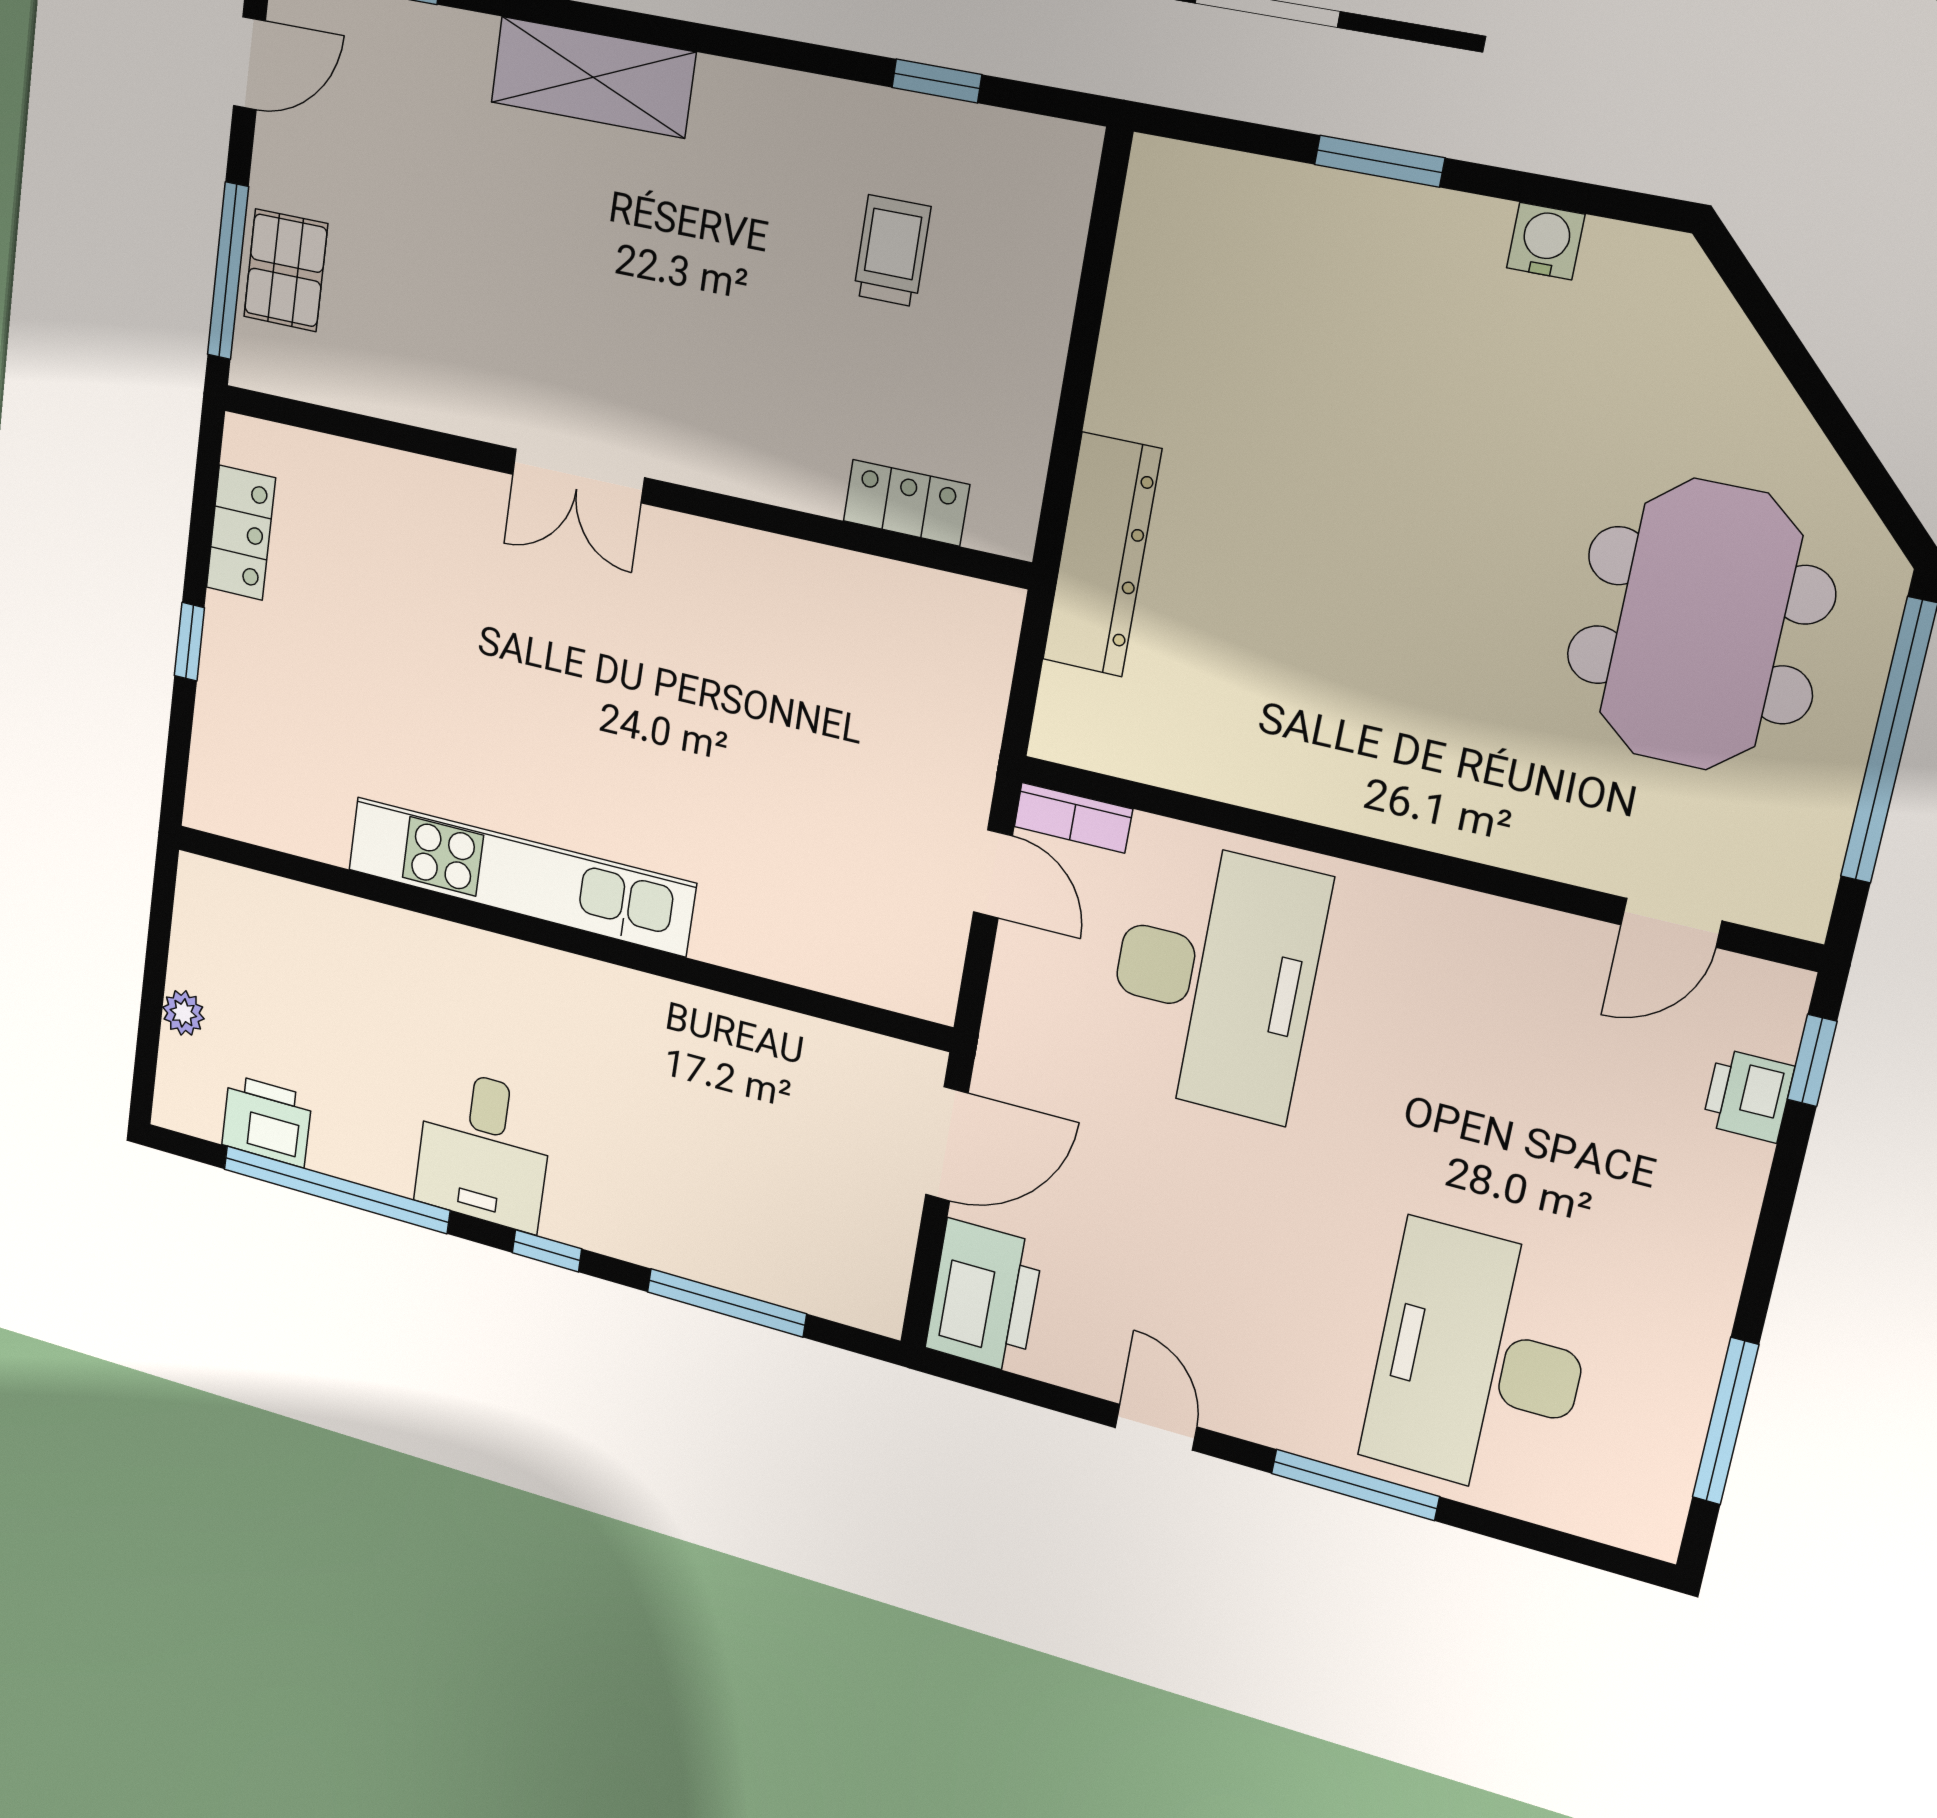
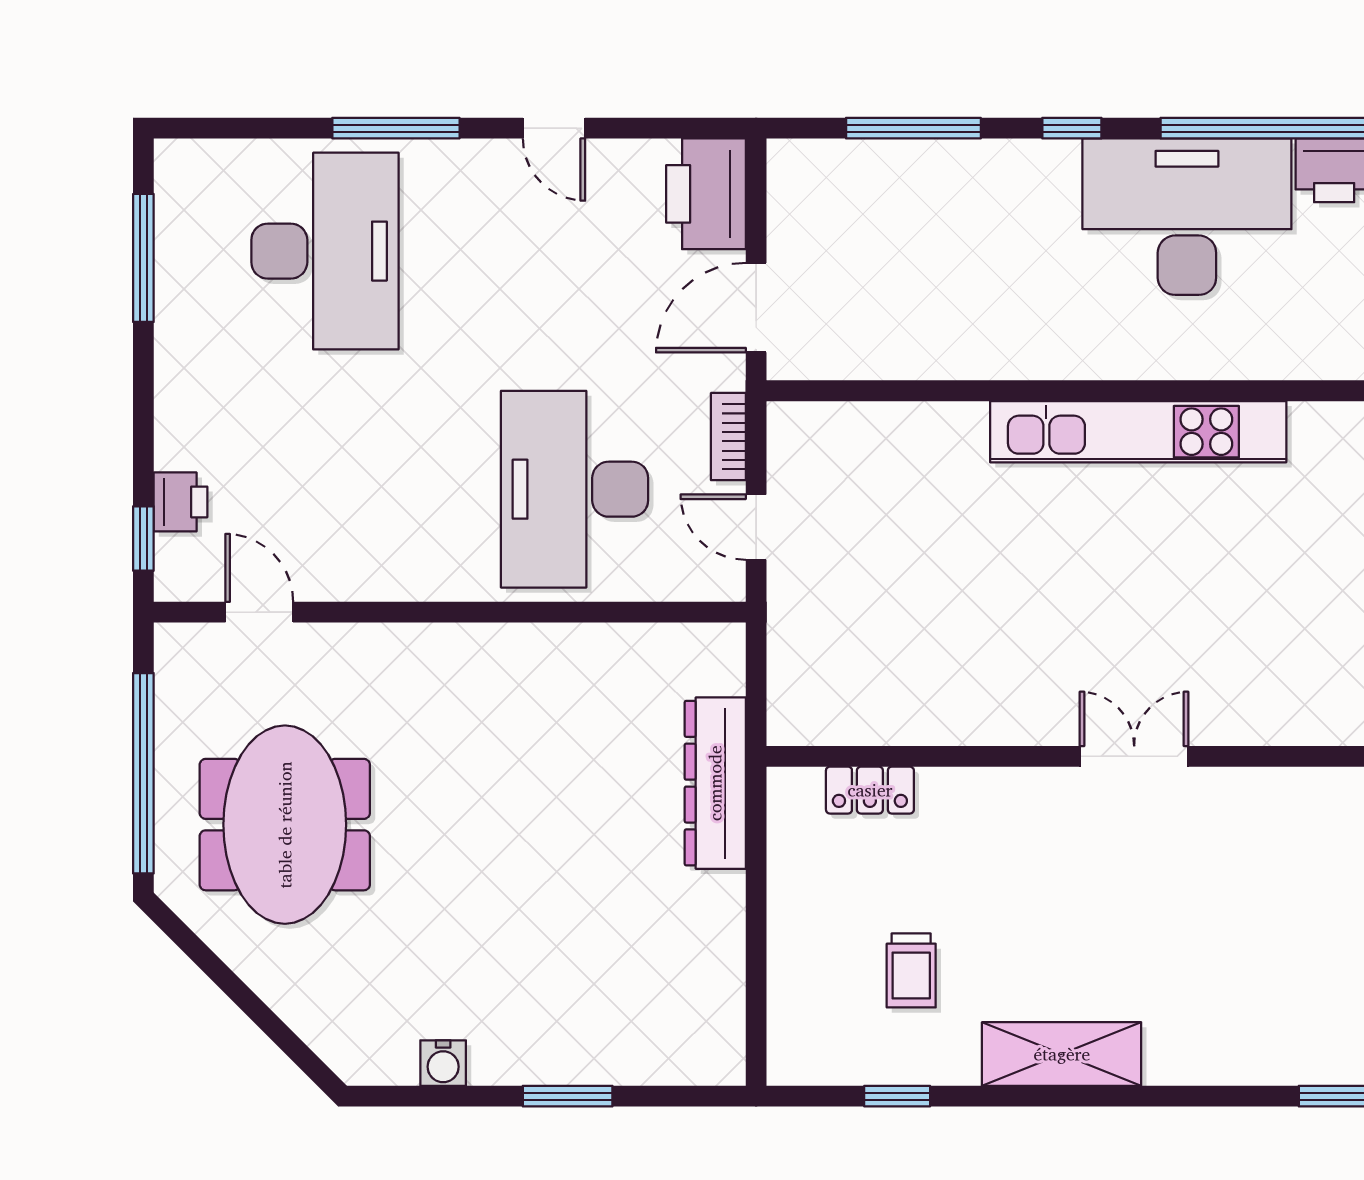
shelving: (593, 77) -> (1062, 1054), moved
bookcase: (1073, 818) -> (728, 437), moved, turned -90
door: (1671, 923) -> (259, 612), hinge flipped
desk: (484, 1149) -> (1187, 217), width x1.87, depth x1.30

